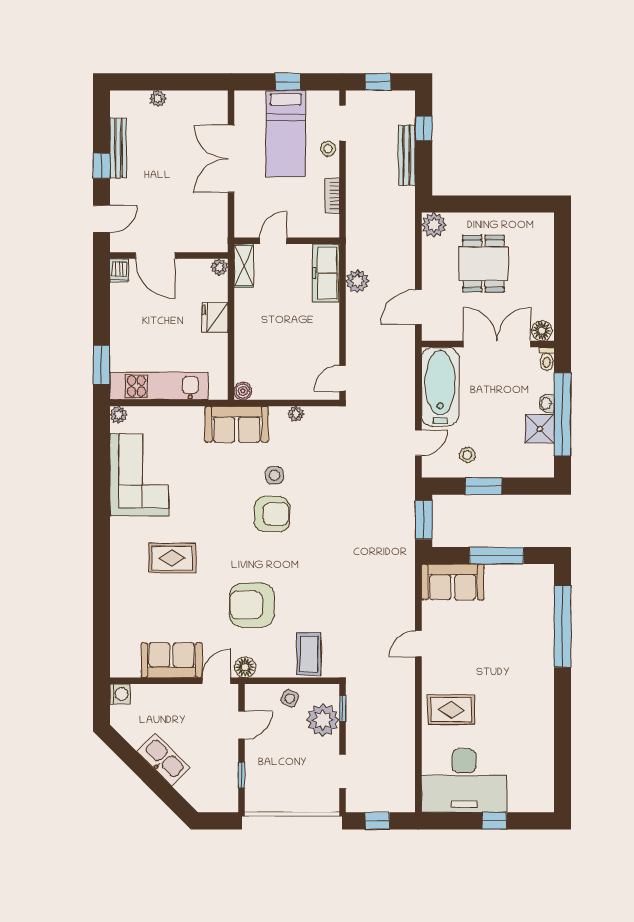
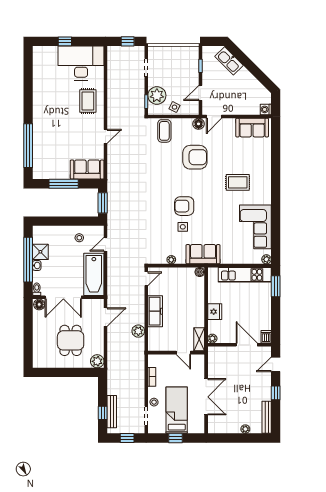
bench: (118, 148) -> (267, 417), moved
bench: (407, 155) -> (112, 412), moved
door: (273, 241) -> (183, 353), hinge flipped
freezer: (326, 273) -> (155, 311), moved
window: (484, 486) -> (71, 221), removed
sofa: (172, 660) -> (252, 128), moved
rug: (451, 710) -> (88, 101), turned 90
kitchen sink: (163, 760) -> (229, 61), moved

